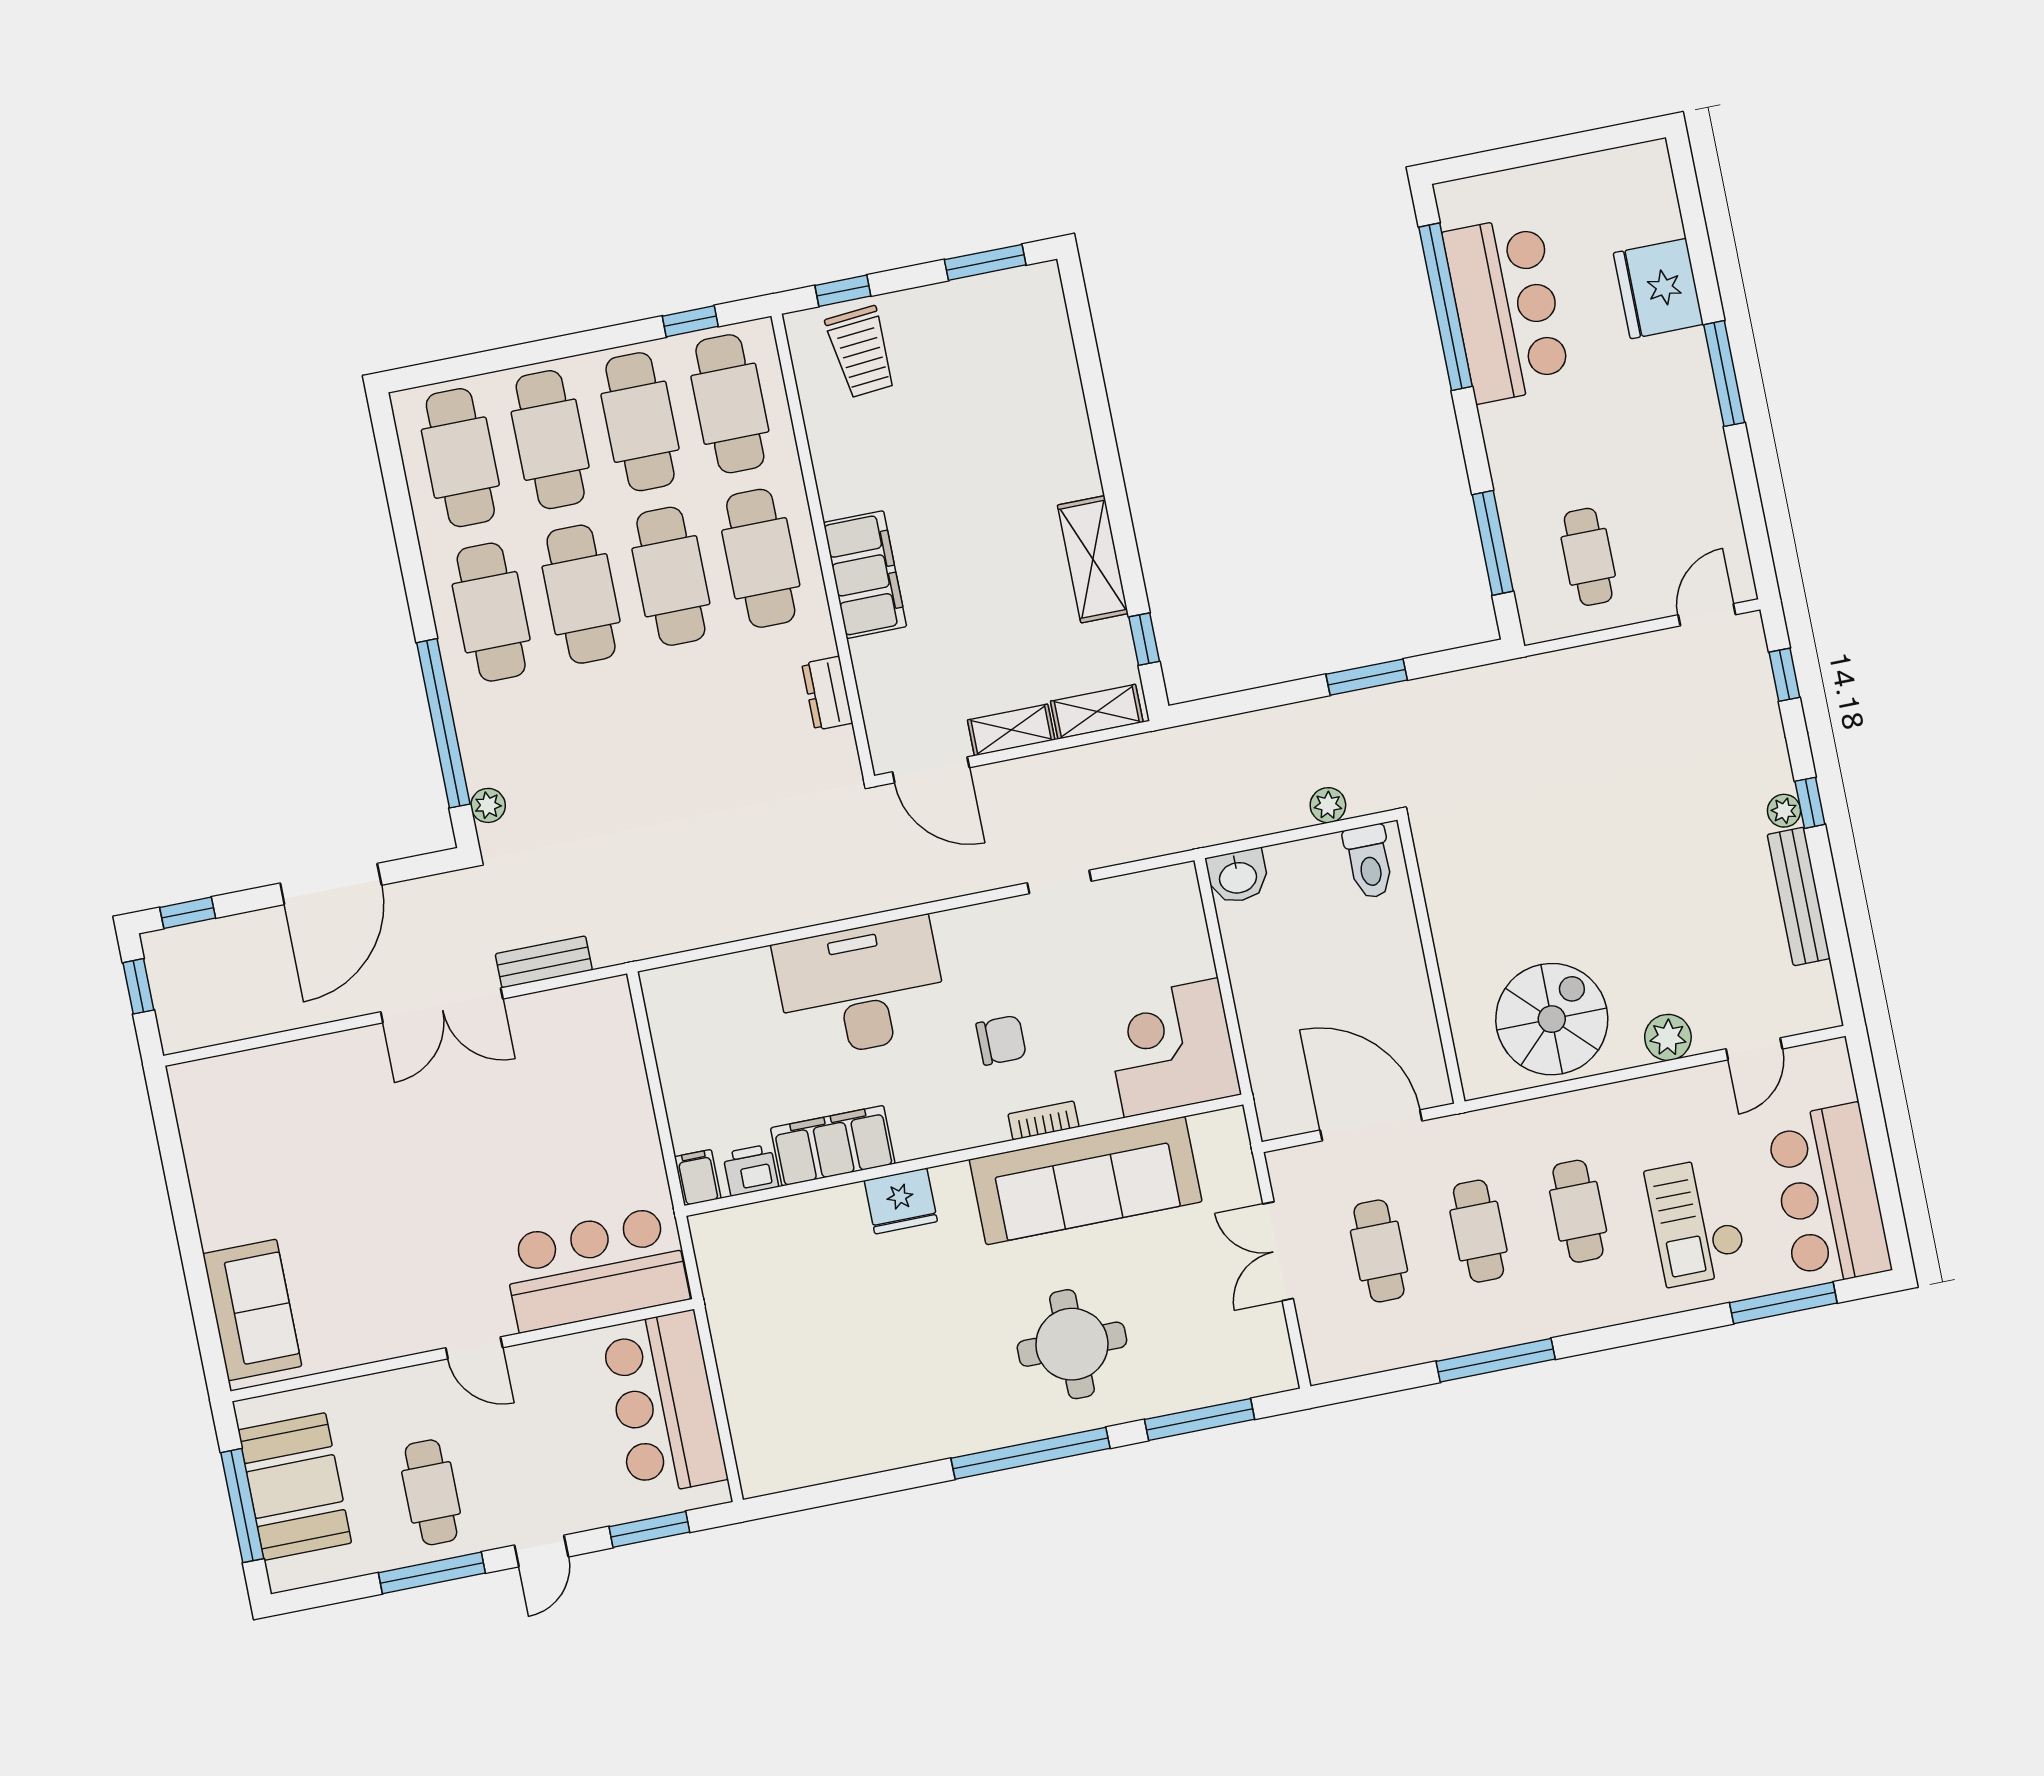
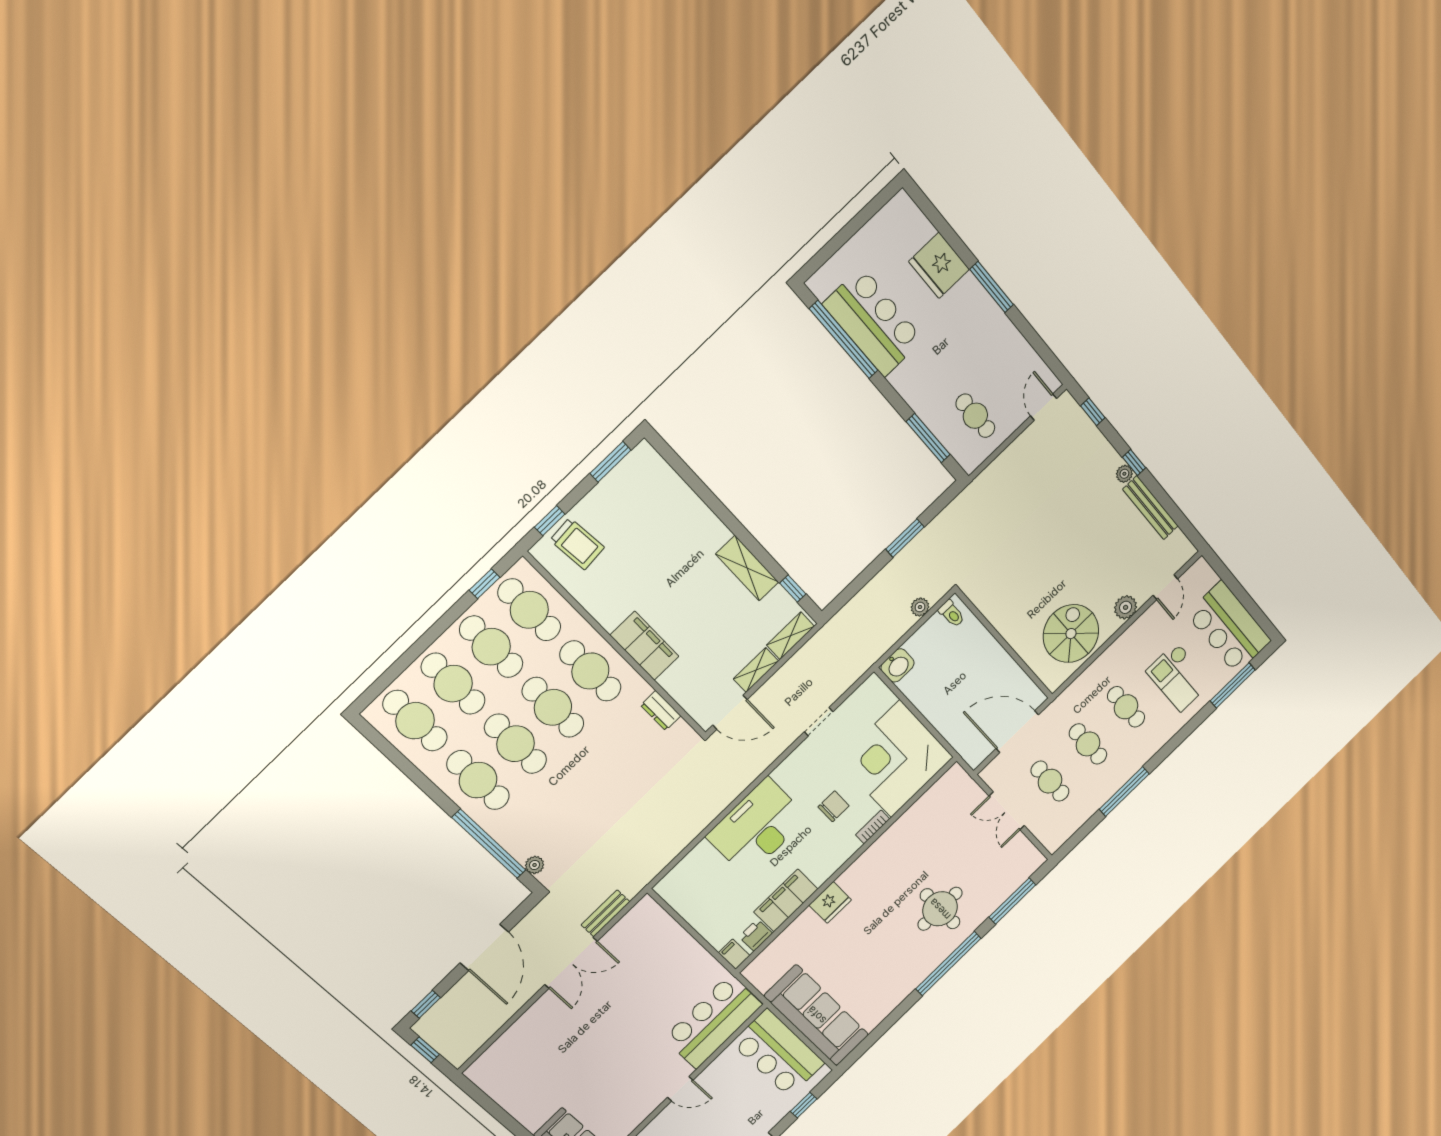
toilet: (1369, 862) -> (952, 614), width x0.73, depth x0.72
corner desk: (1171, 1048) -> (896, 759), width x1.36, depth x1.36
sofa: (1086, 1181) -> (817, 1015), moved, turned -90
window: (649, 1529) -> (804, 1105), width x0.67

